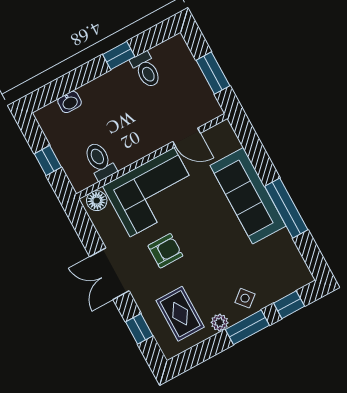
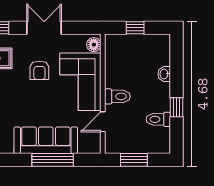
washbasin: (70, 102) -> (164, 74), moved
toilet: (100, 161) -> (117, 96), moved
window: (286, 208) -> (53, 160), moved

